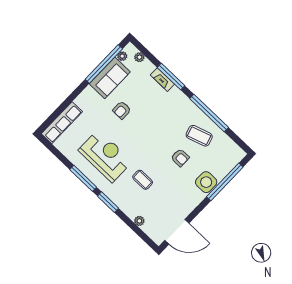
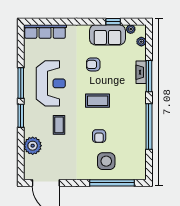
window: (104, 64) -> (113, 22), width x0.32
coffee table: (199, 136) -> (98, 101), moved, turned -72
side table: (206, 182) -> (106, 161), moved
plant: (139, 221) -> (33, 146), width x1.88, depth x1.88

